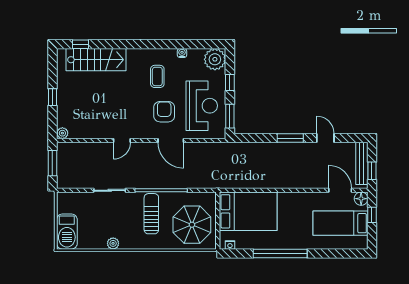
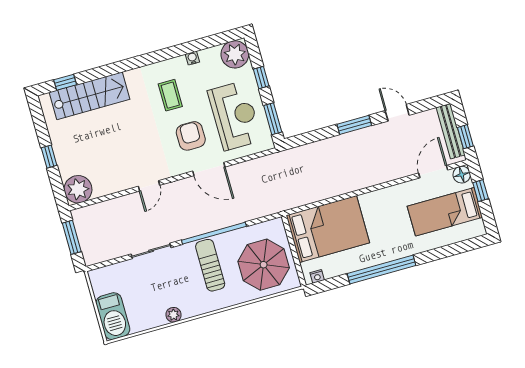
plant: (62, 133) -> (78, 189), width x1.88, depth x1.88
door: (340, 190) -> (433, 172), hinge flipped

